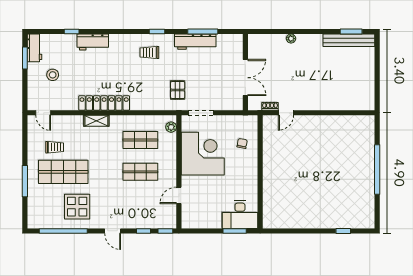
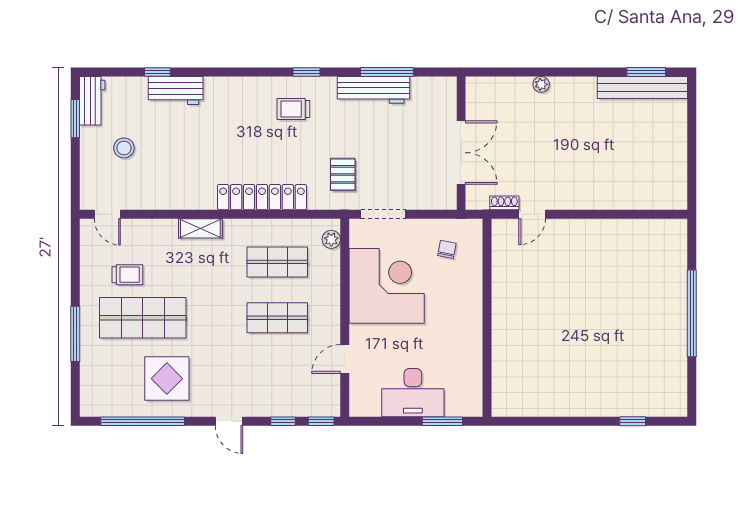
workbench: (93, 42) -> (176, 90), moved
locker: (104, 103) -> (262, 197), moved
chair: (242, 143) -> (447, 249), moved
desk: (240, 215) -> (413, 393), moved

